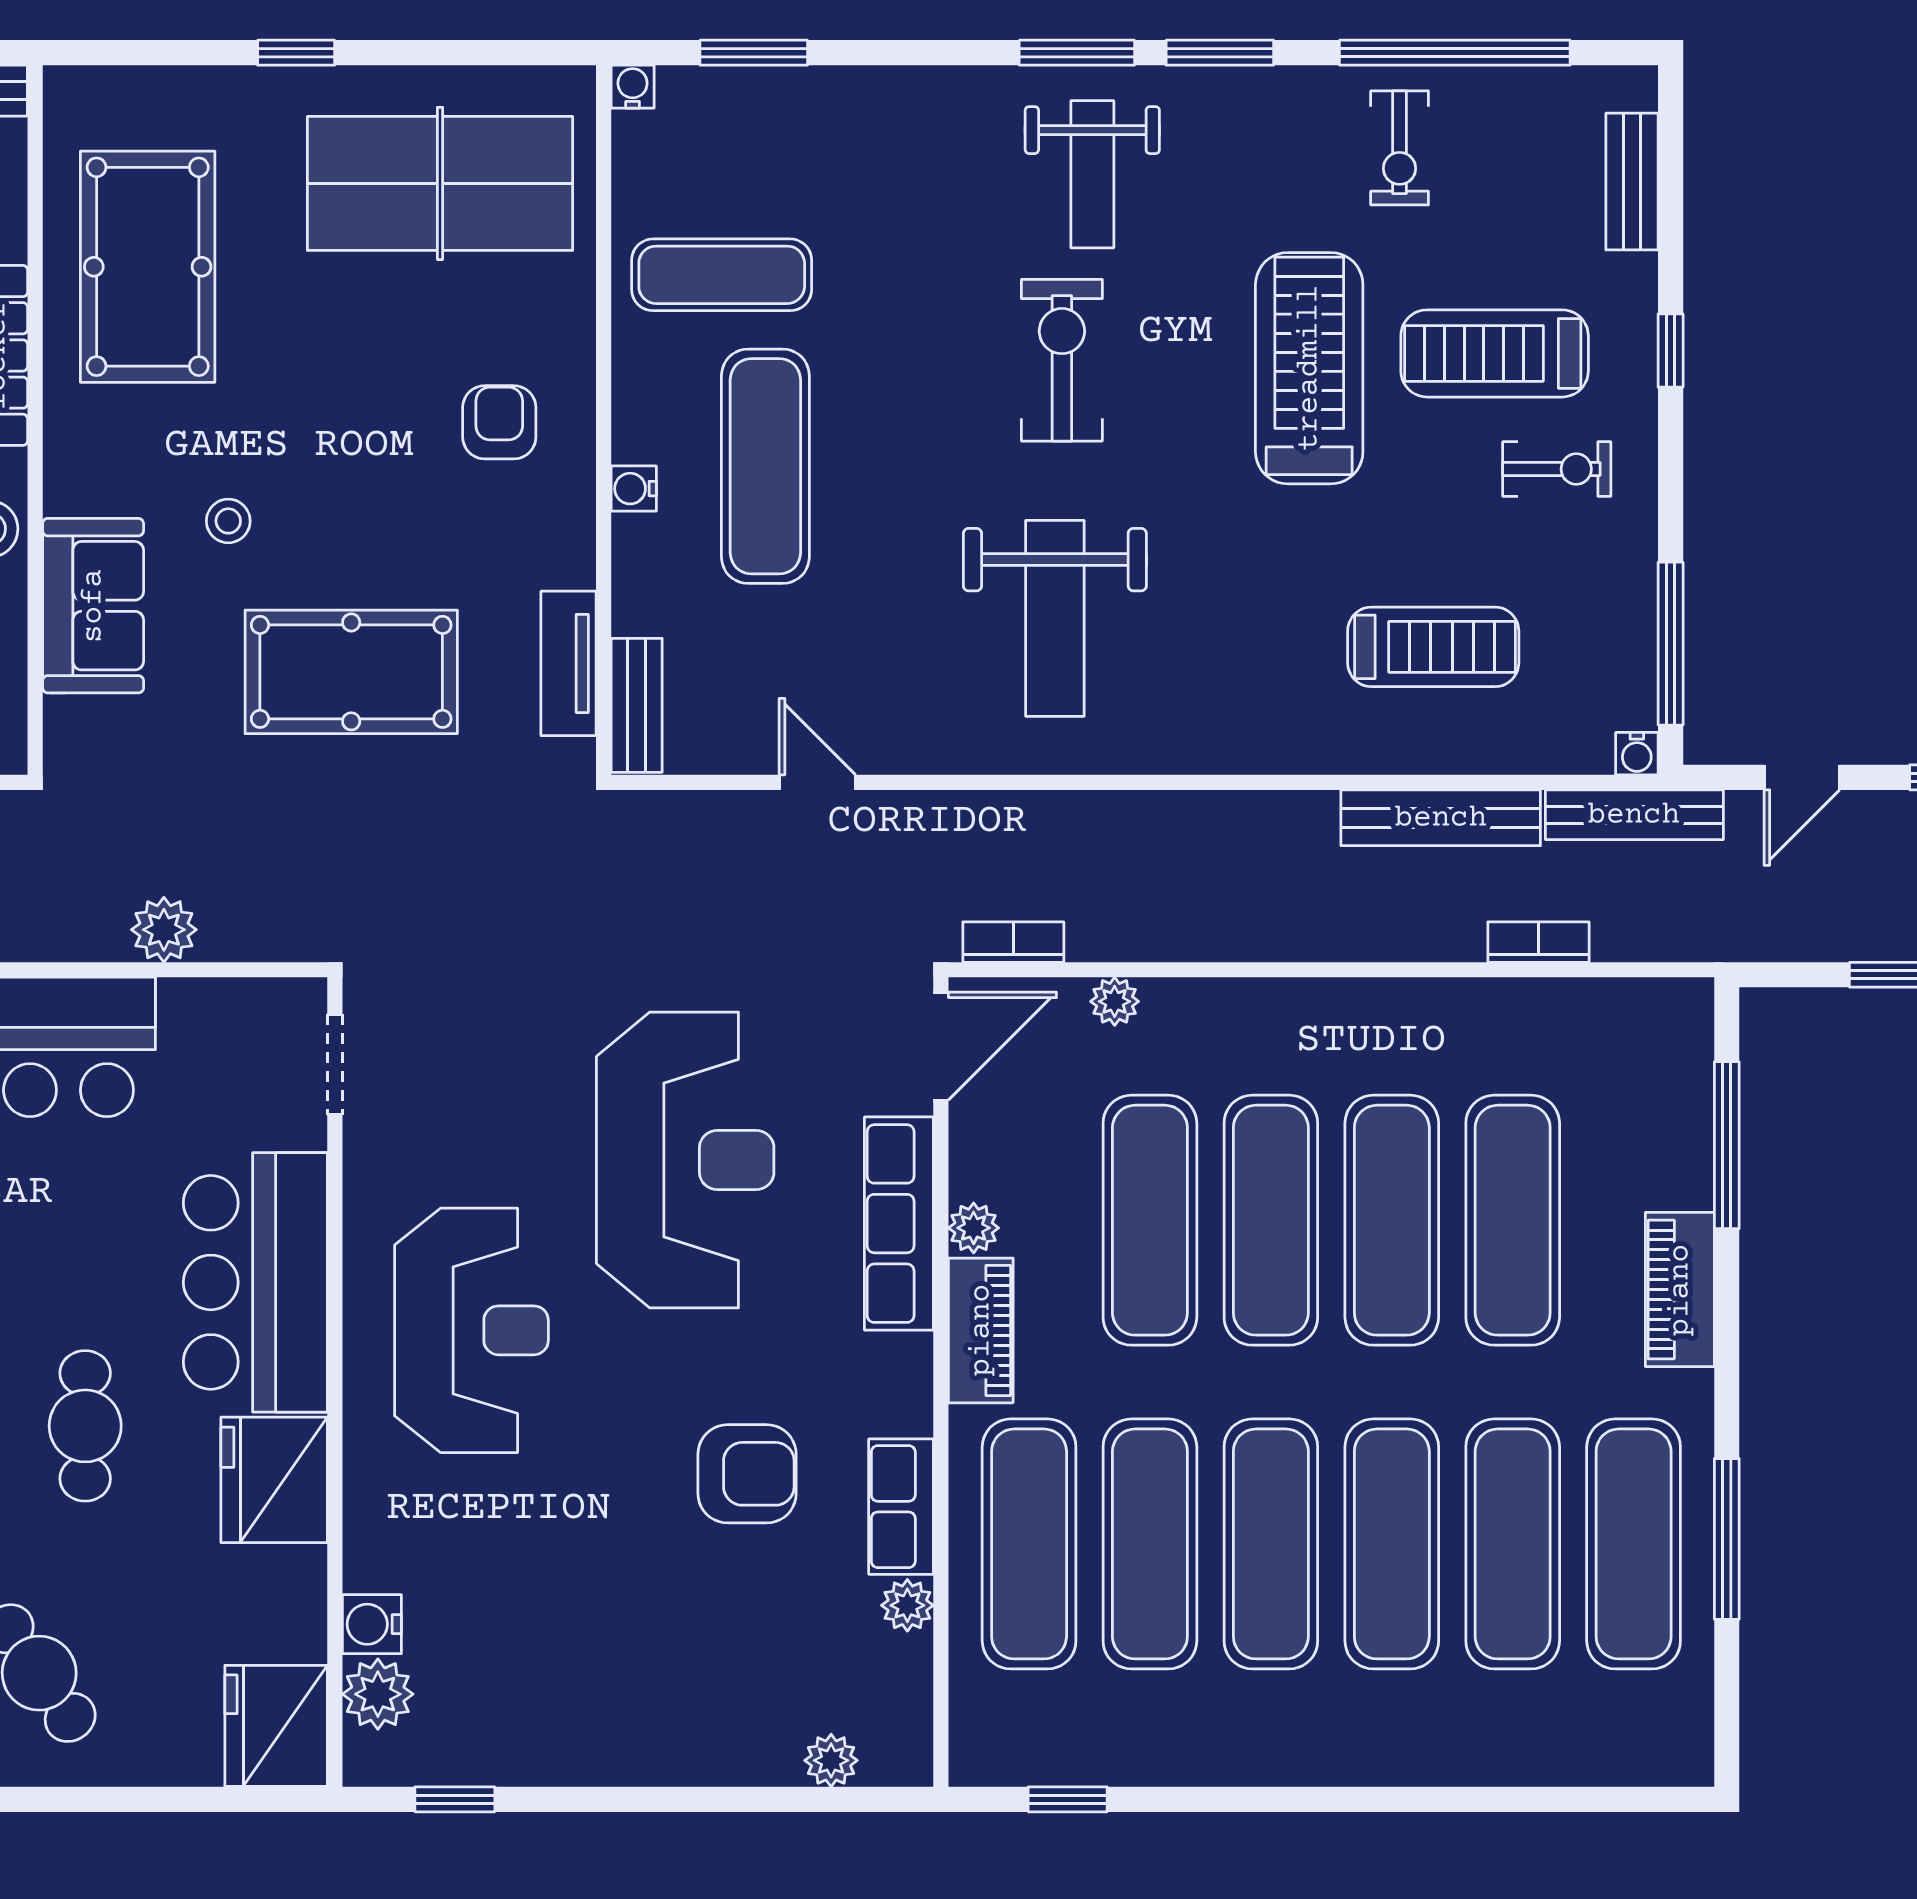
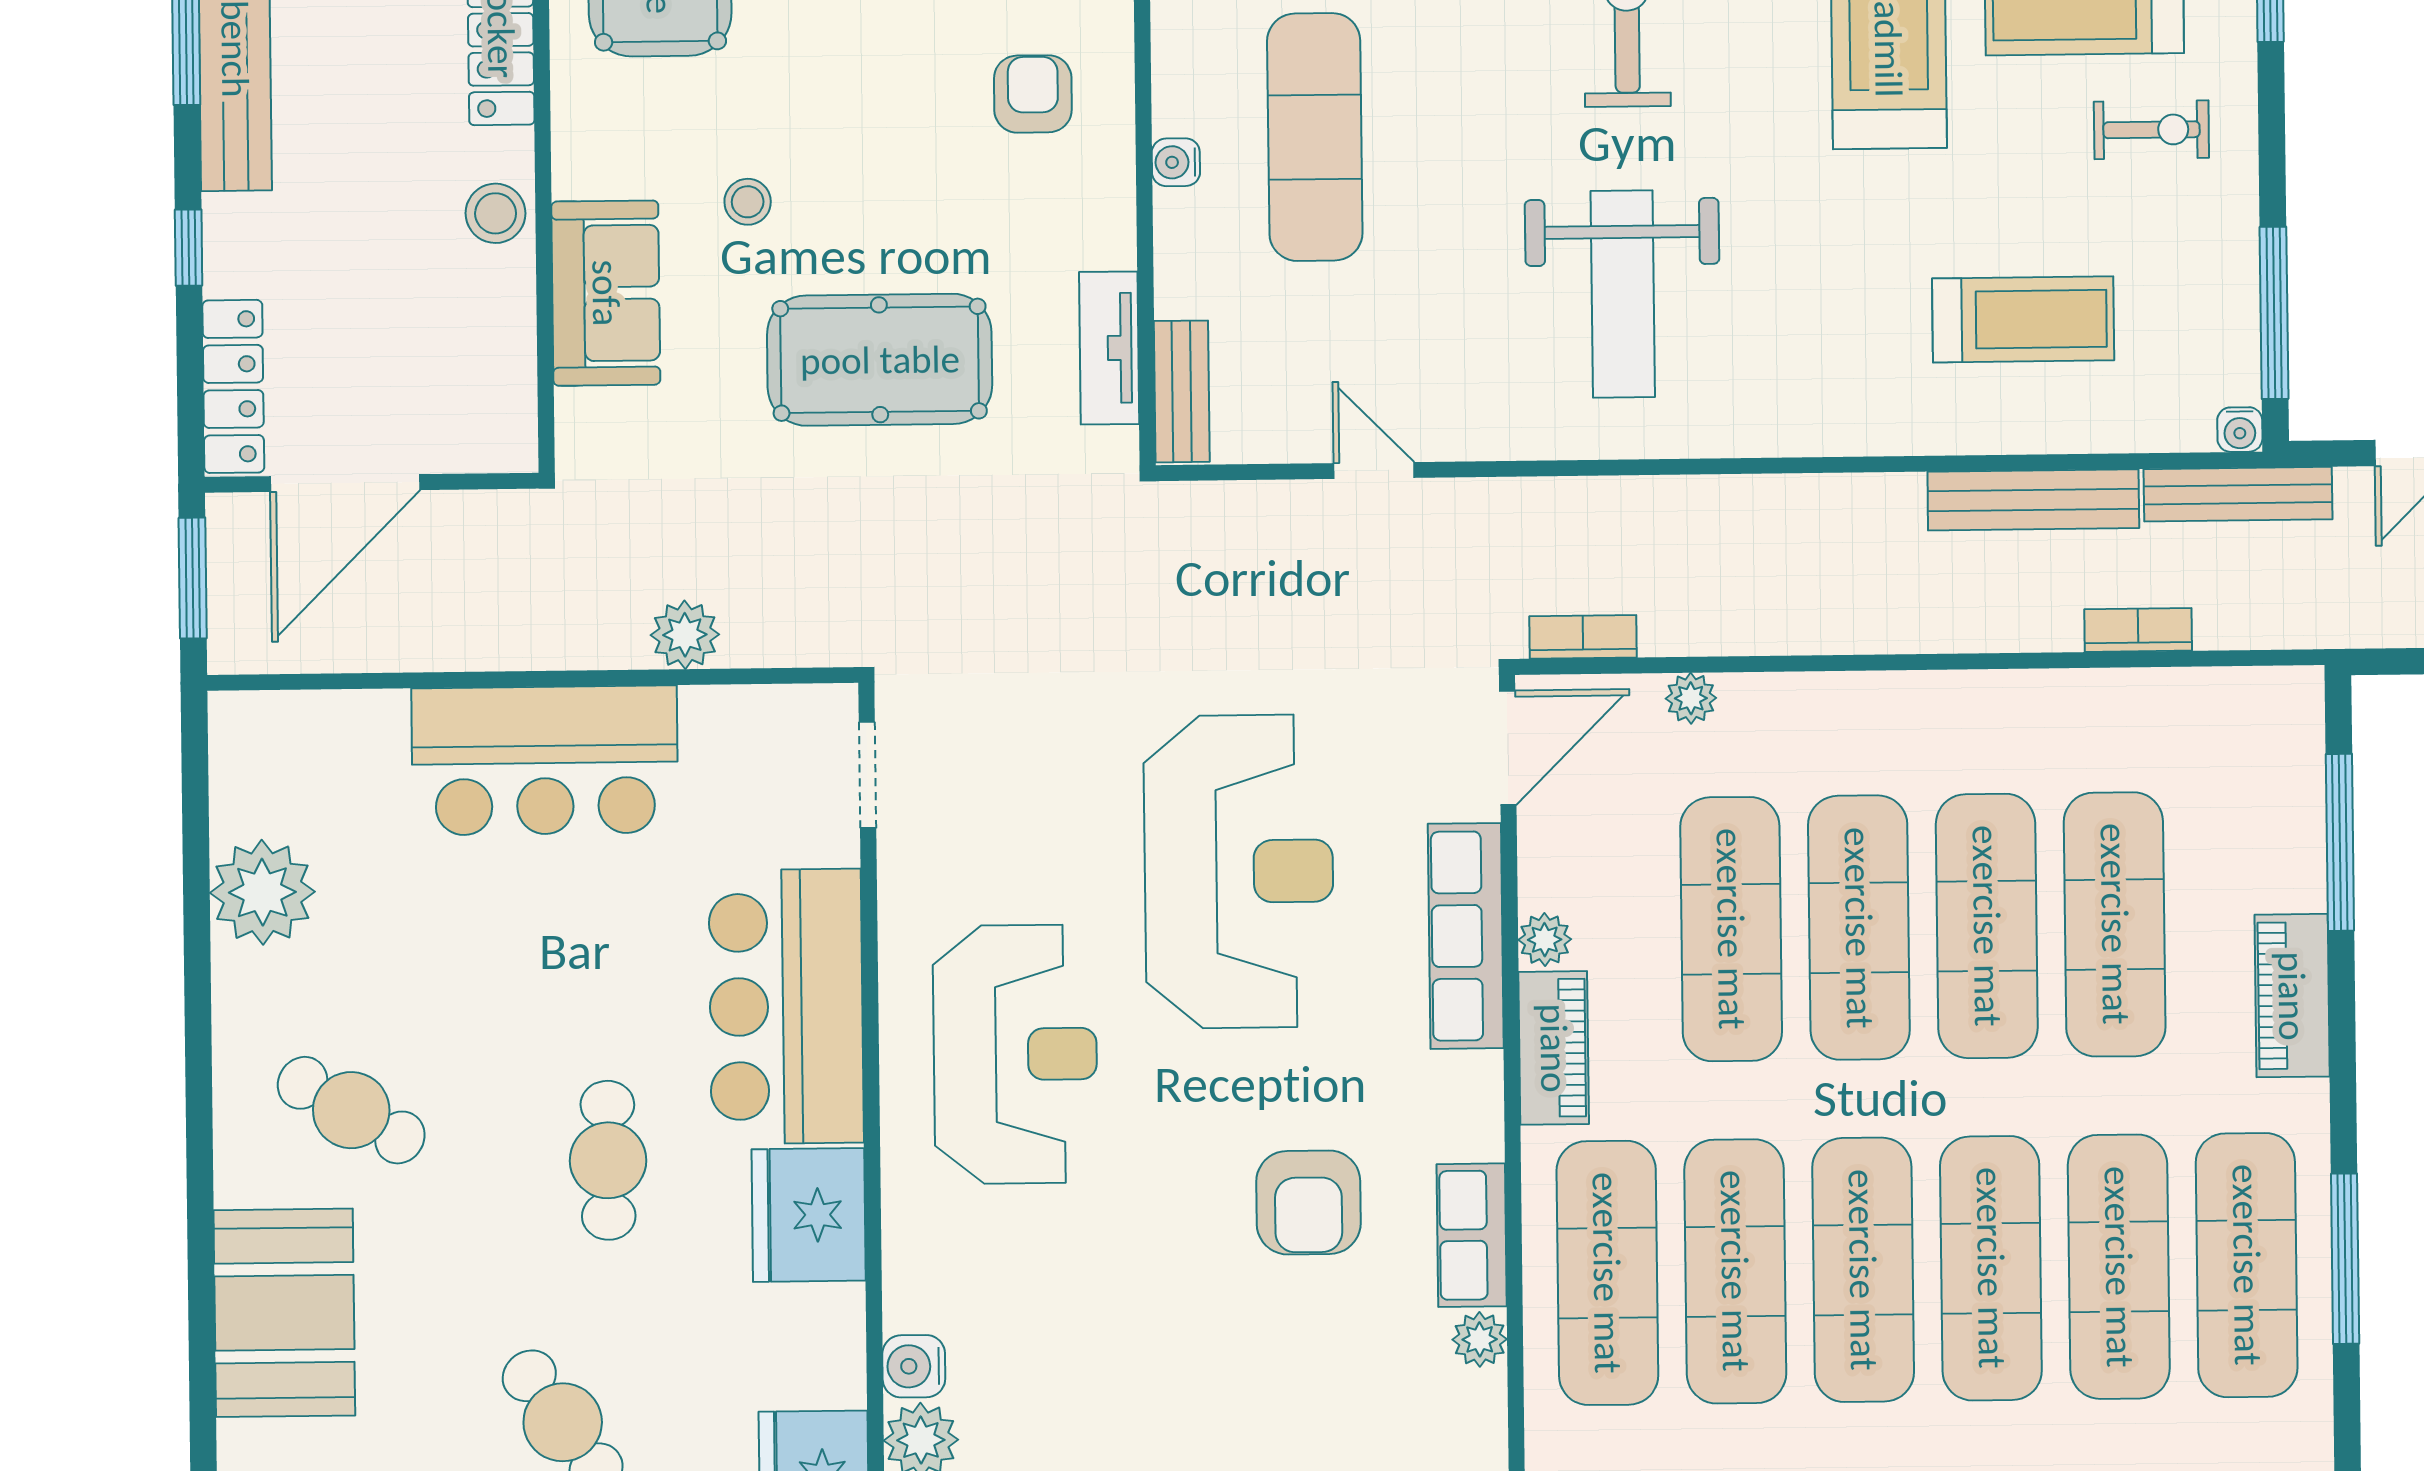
armchair: (747, 1474) -> (1308, 1202), turned 90

